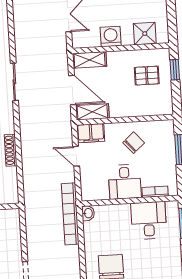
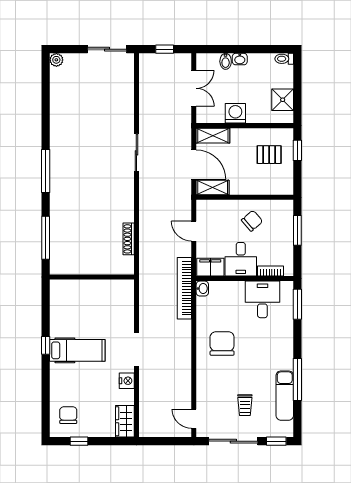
shower: (145, 34) -> (283, 100), moved
filing cabinet: (91, 133) -> (210, 267), moved, turned 180
shoe rack: (11, 150) -> (129, 239), moved

